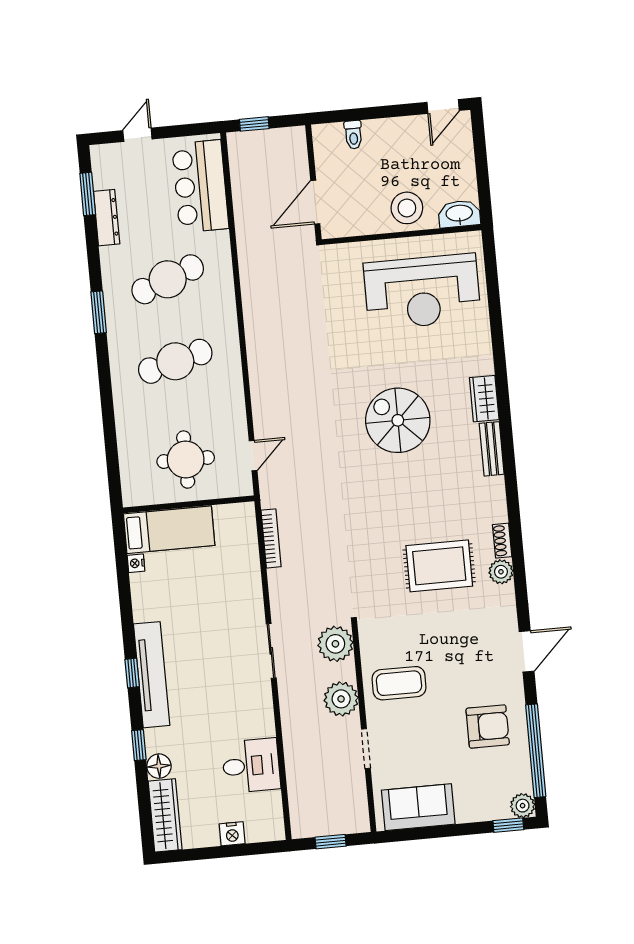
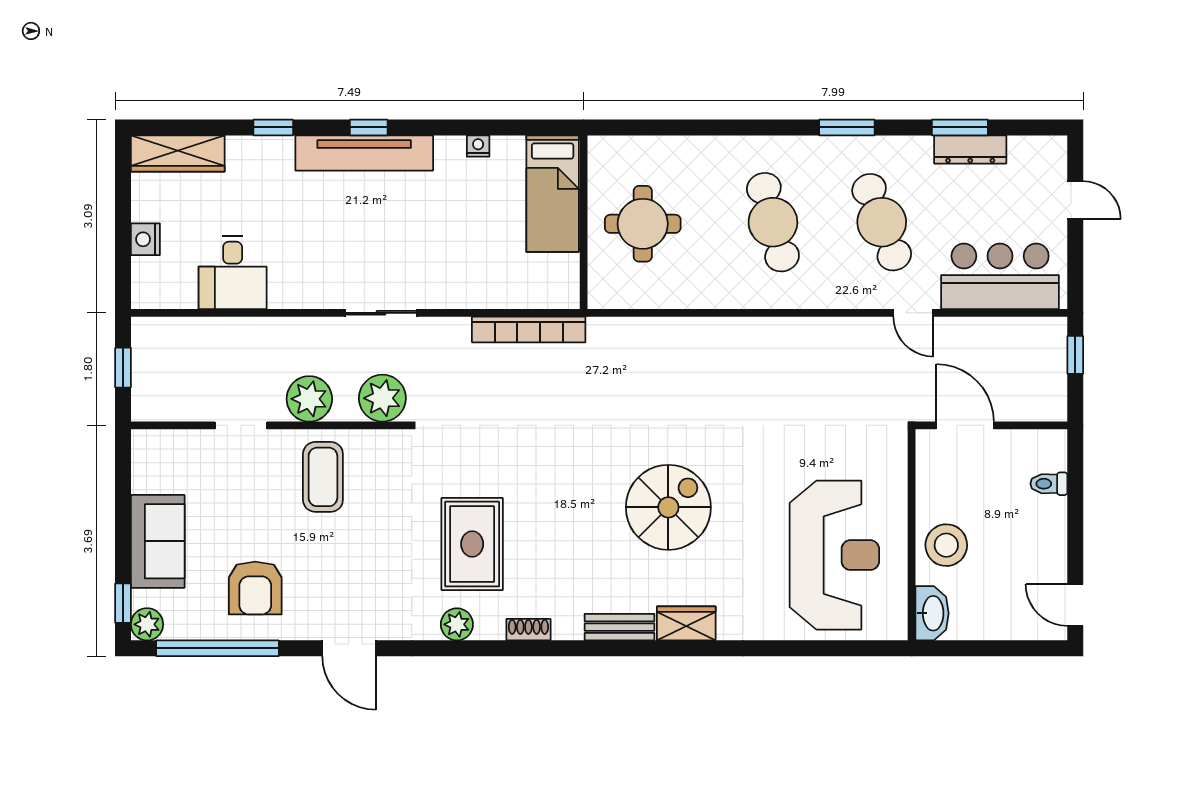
window: (88, 194) -> (960, 127), moved
reception desk: (422, 292) -> (834, 555), turned 180
door: (253, 456) -> (913, 313), moved
bookcase: (271, 538) -> (529, 329), width x1.48, depth x1.31
shoe rack: (502, 541) -> (528, 630), moved
nightstand: (136, 563) -> (478, 146), moved
floor lamp: (159, 766) -> (243, 151), removed
sofa: (418, 807) -> (158, 541), moved

